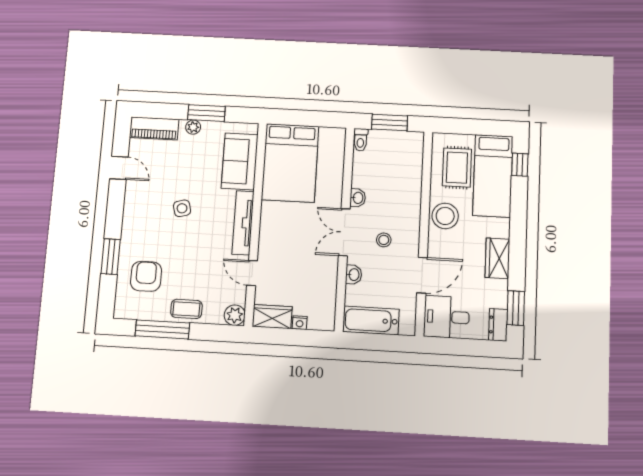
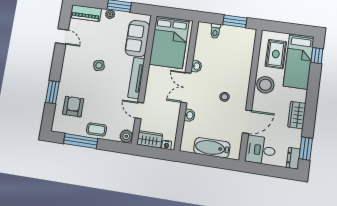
washbasin: (358, 198) -> (196, 66), moved
wall: (345, 228) -> (186, 85), moved
double door: (344, 232) -> (186, 88), moved
washbasin: (354, 275) -> (189, 115), moved

